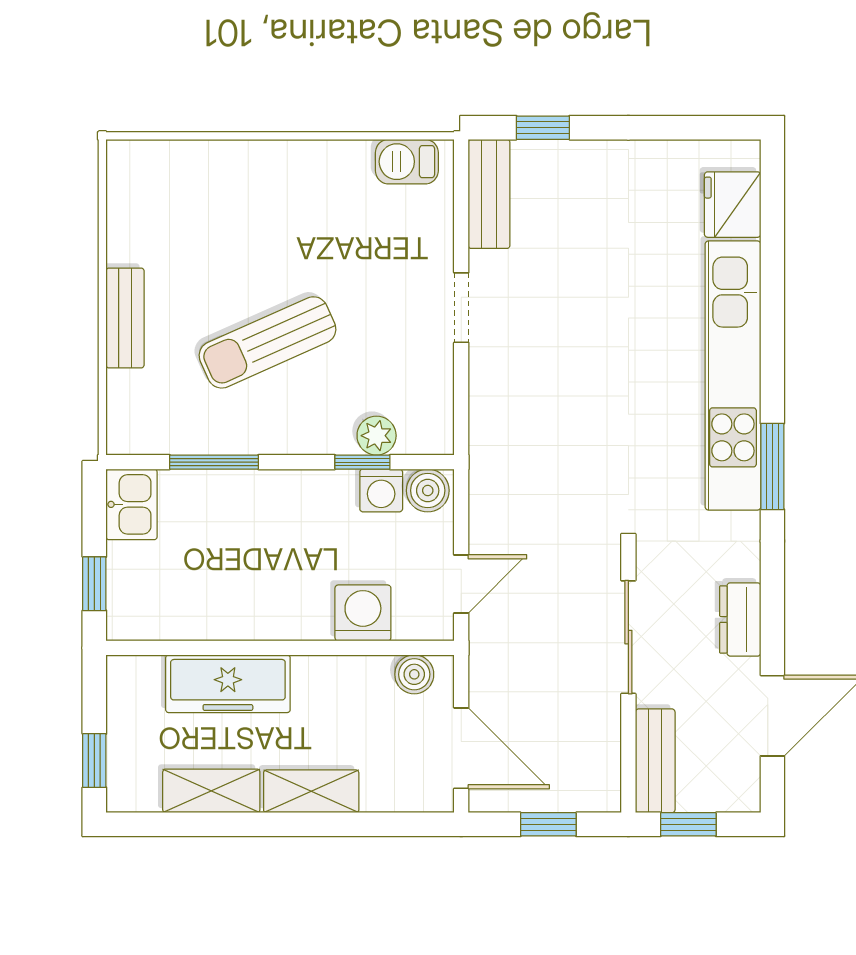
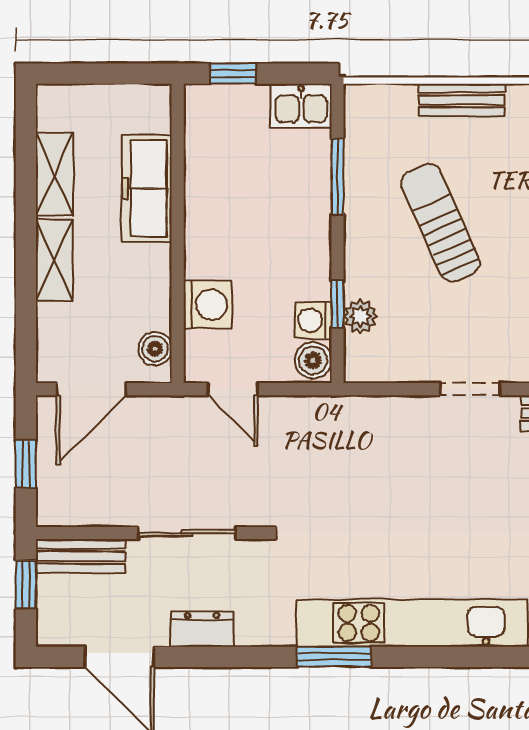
window: (94, 761) -> (81, 74), removed

